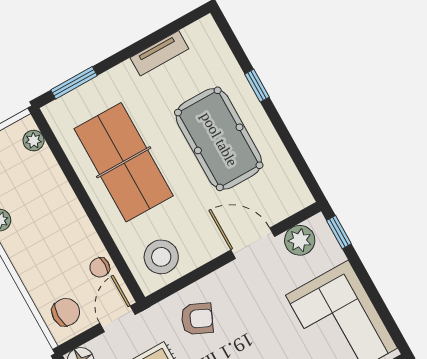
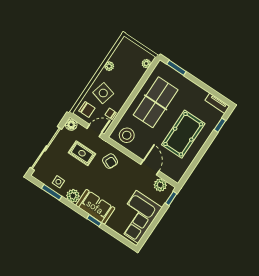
tv unit: (159, 53) -> (217, 103), moved
window: (257, 86) -> (220, 125), moved
side table: (49, 261) -> (103, 93), added

